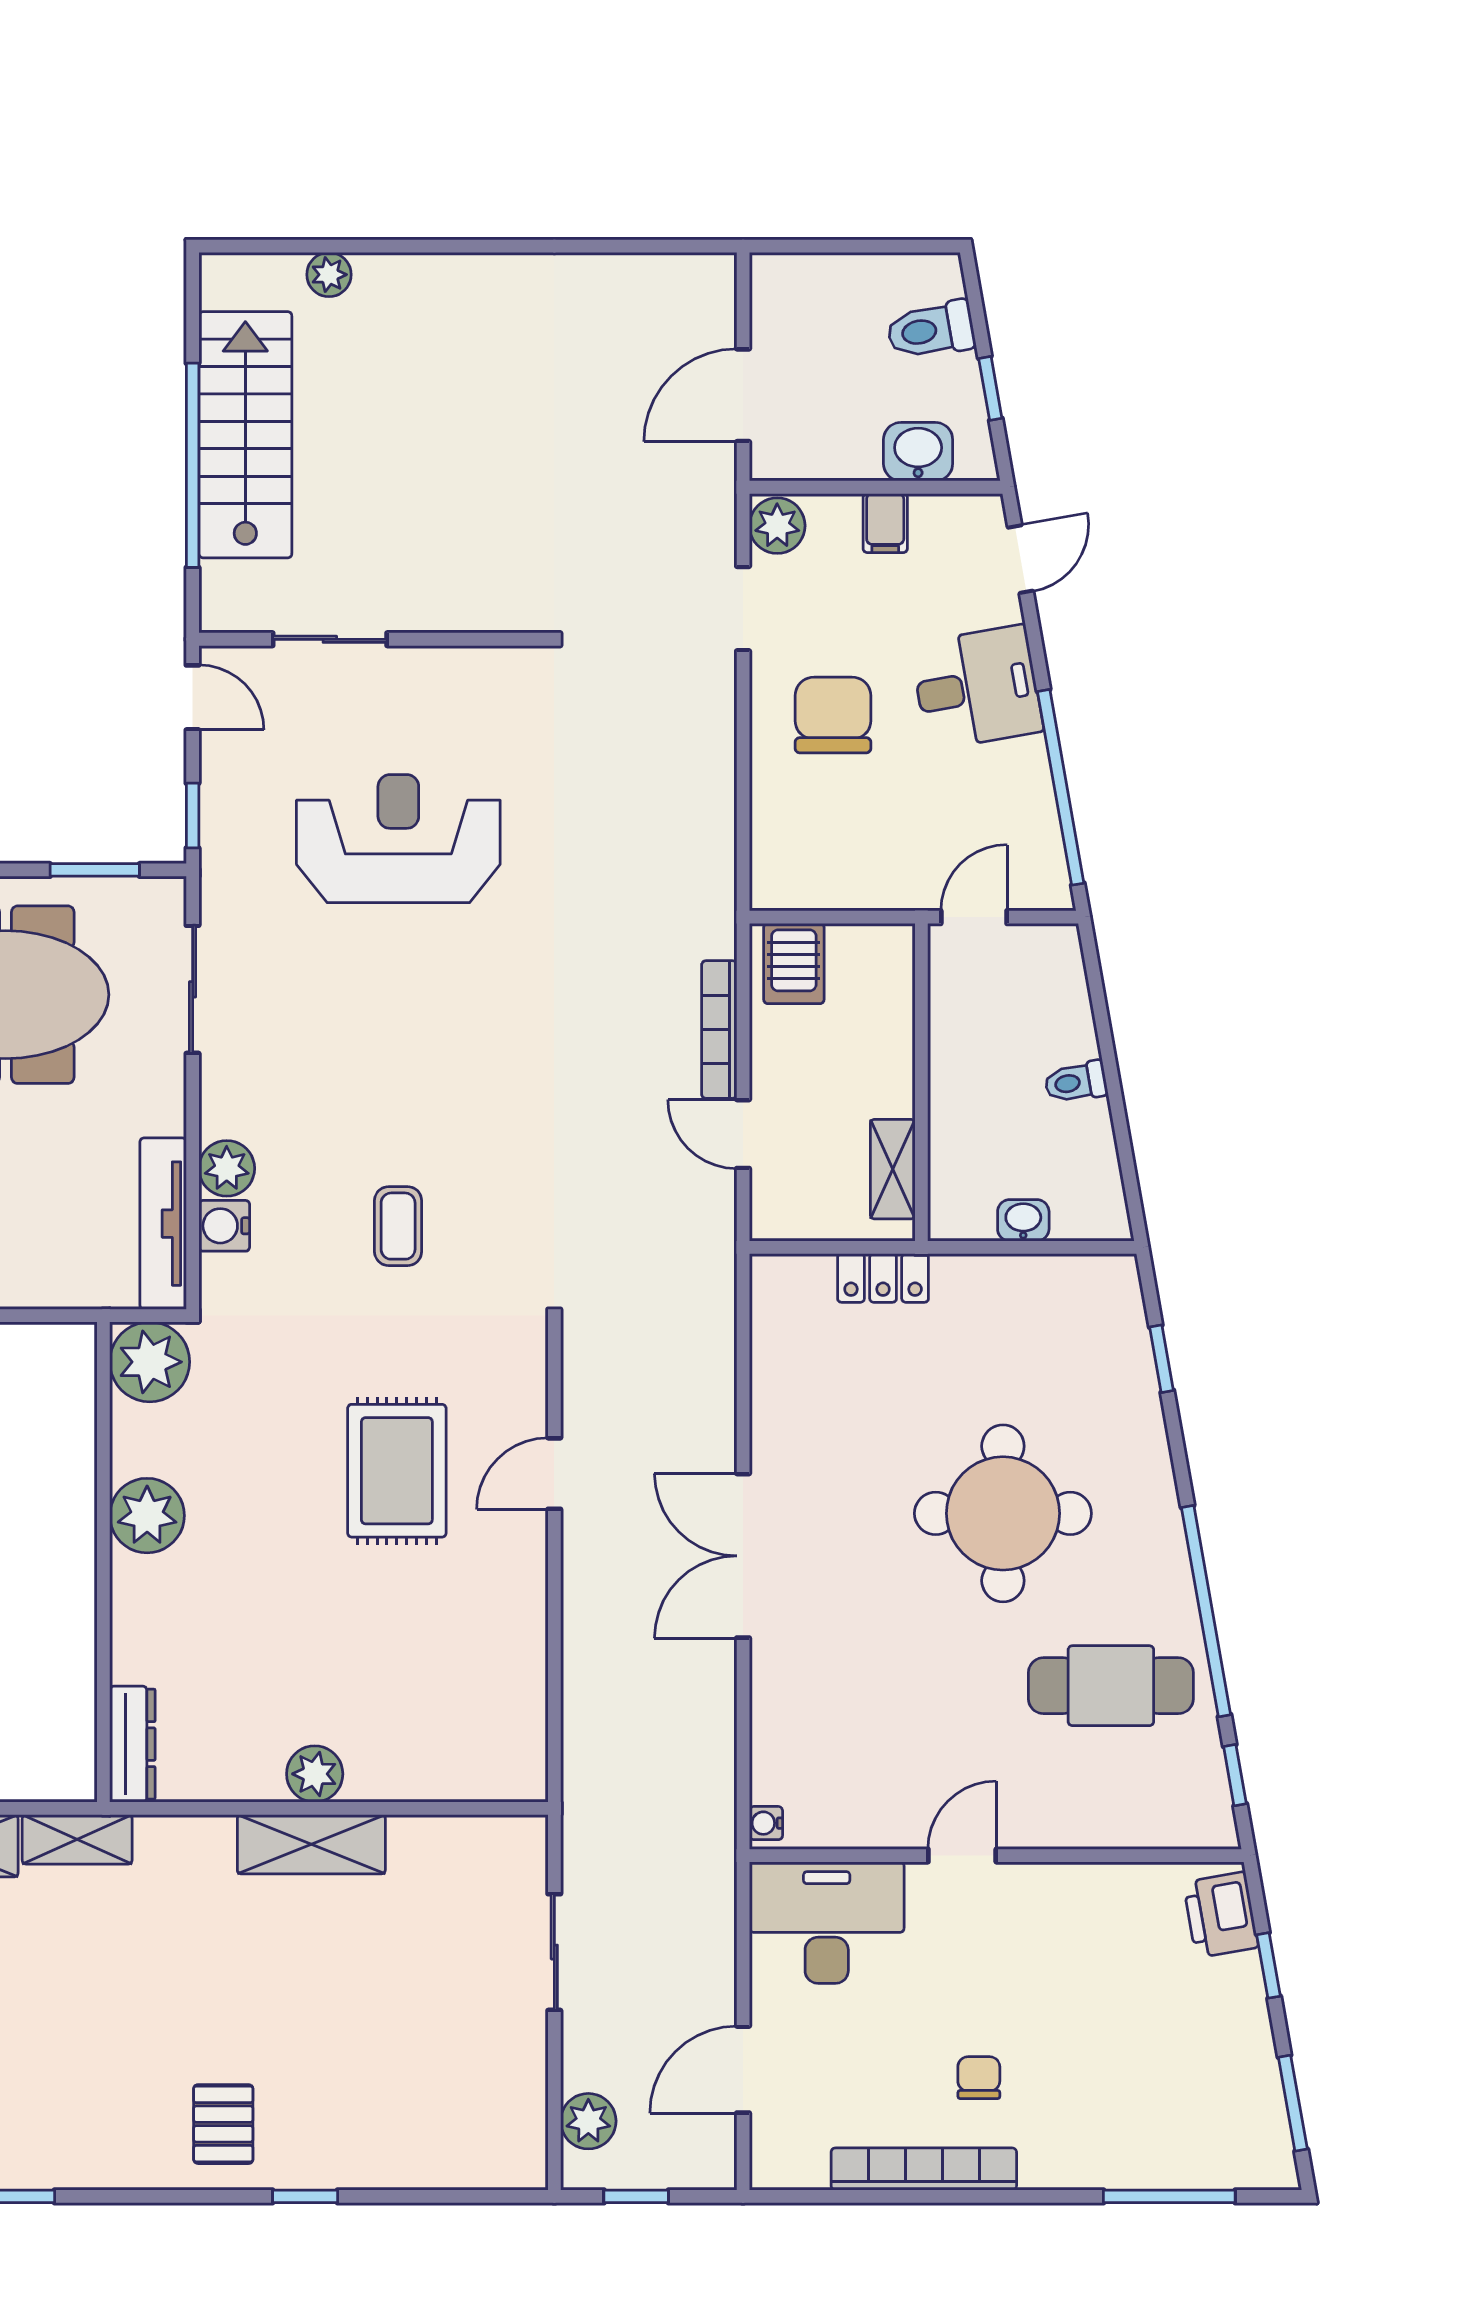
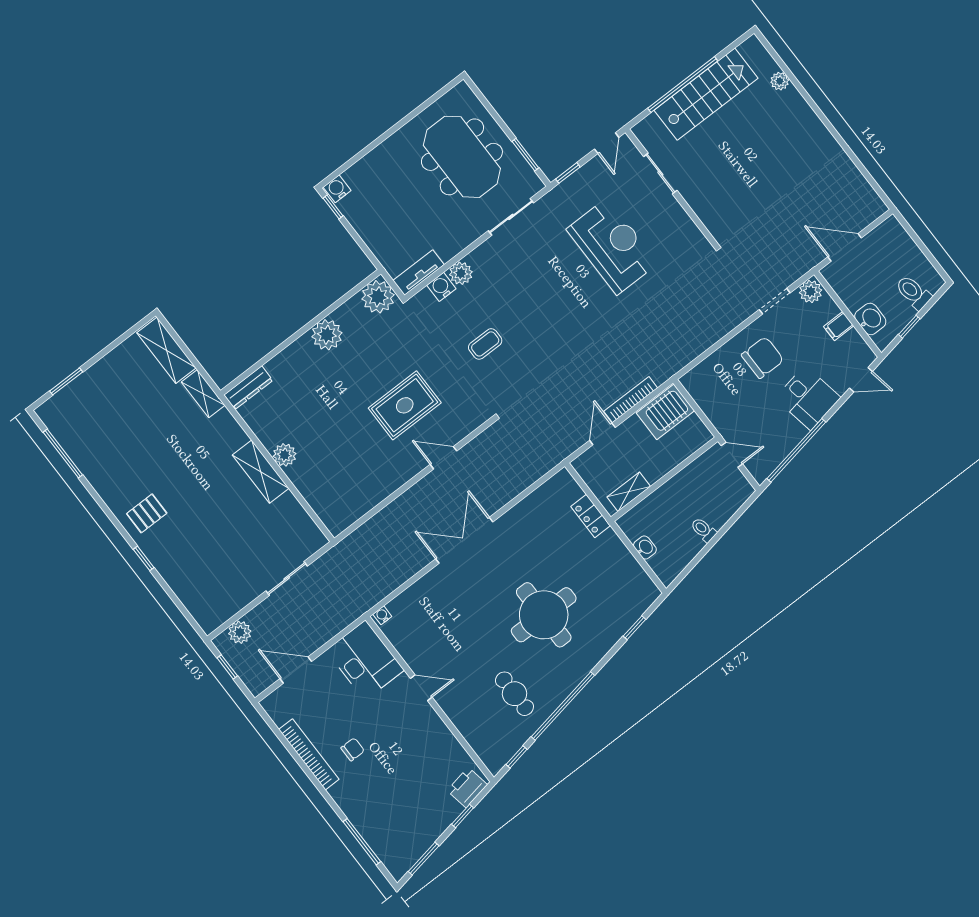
server rack: (794, 964) -> (665, 412), width x1.36, depth x1.44
tv unit: (163, 1224) -> (419, 273), width x0.71
cafe table: (1111, 1686) -> (514, 694), width x0.73, depth x0.74

